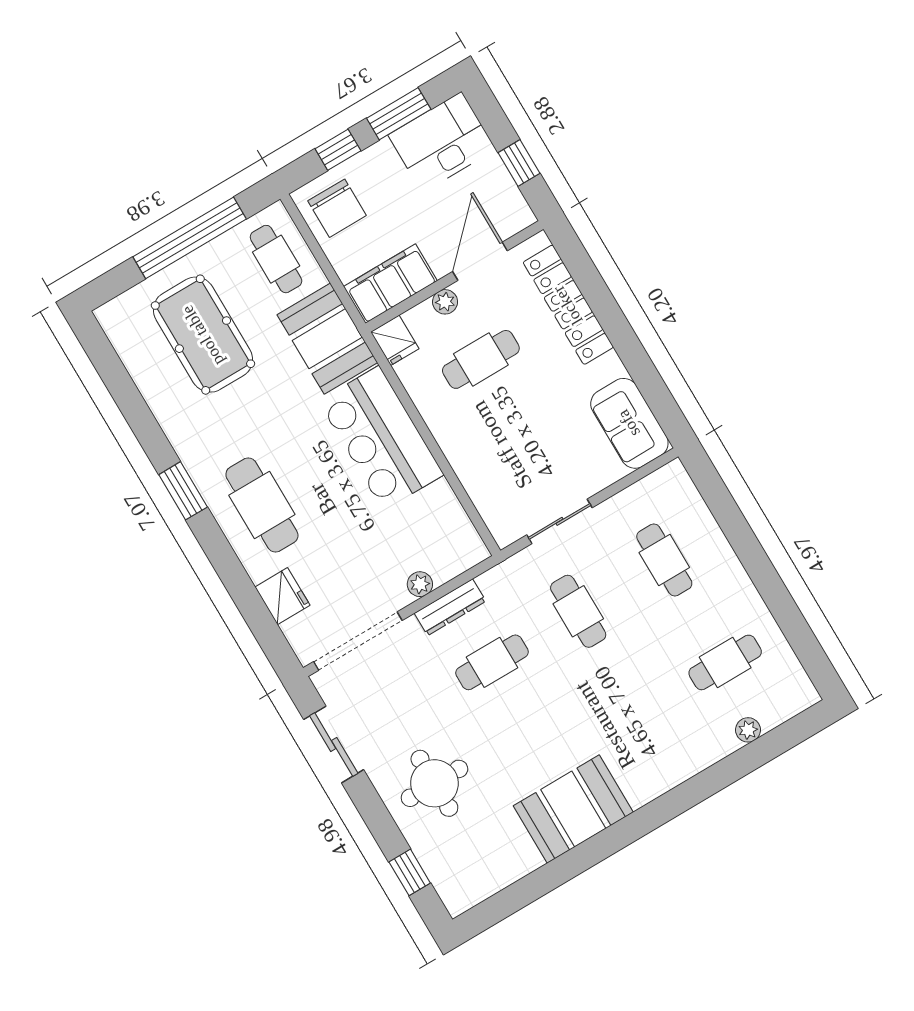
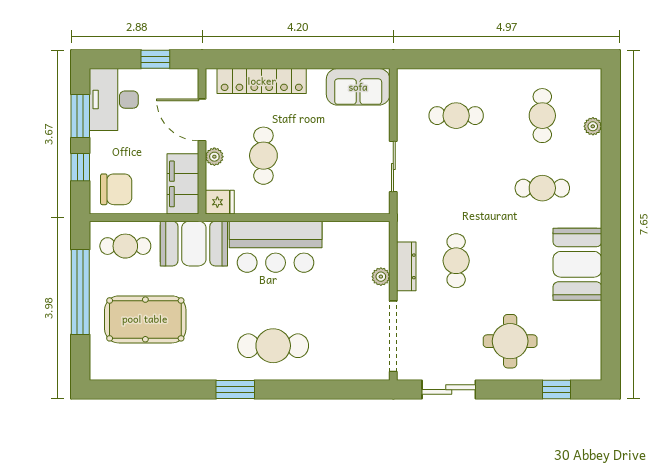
fridge: (282, 596) -> (337, 367), removed
cafe table: (578, 611) -> (542, 188), moved

